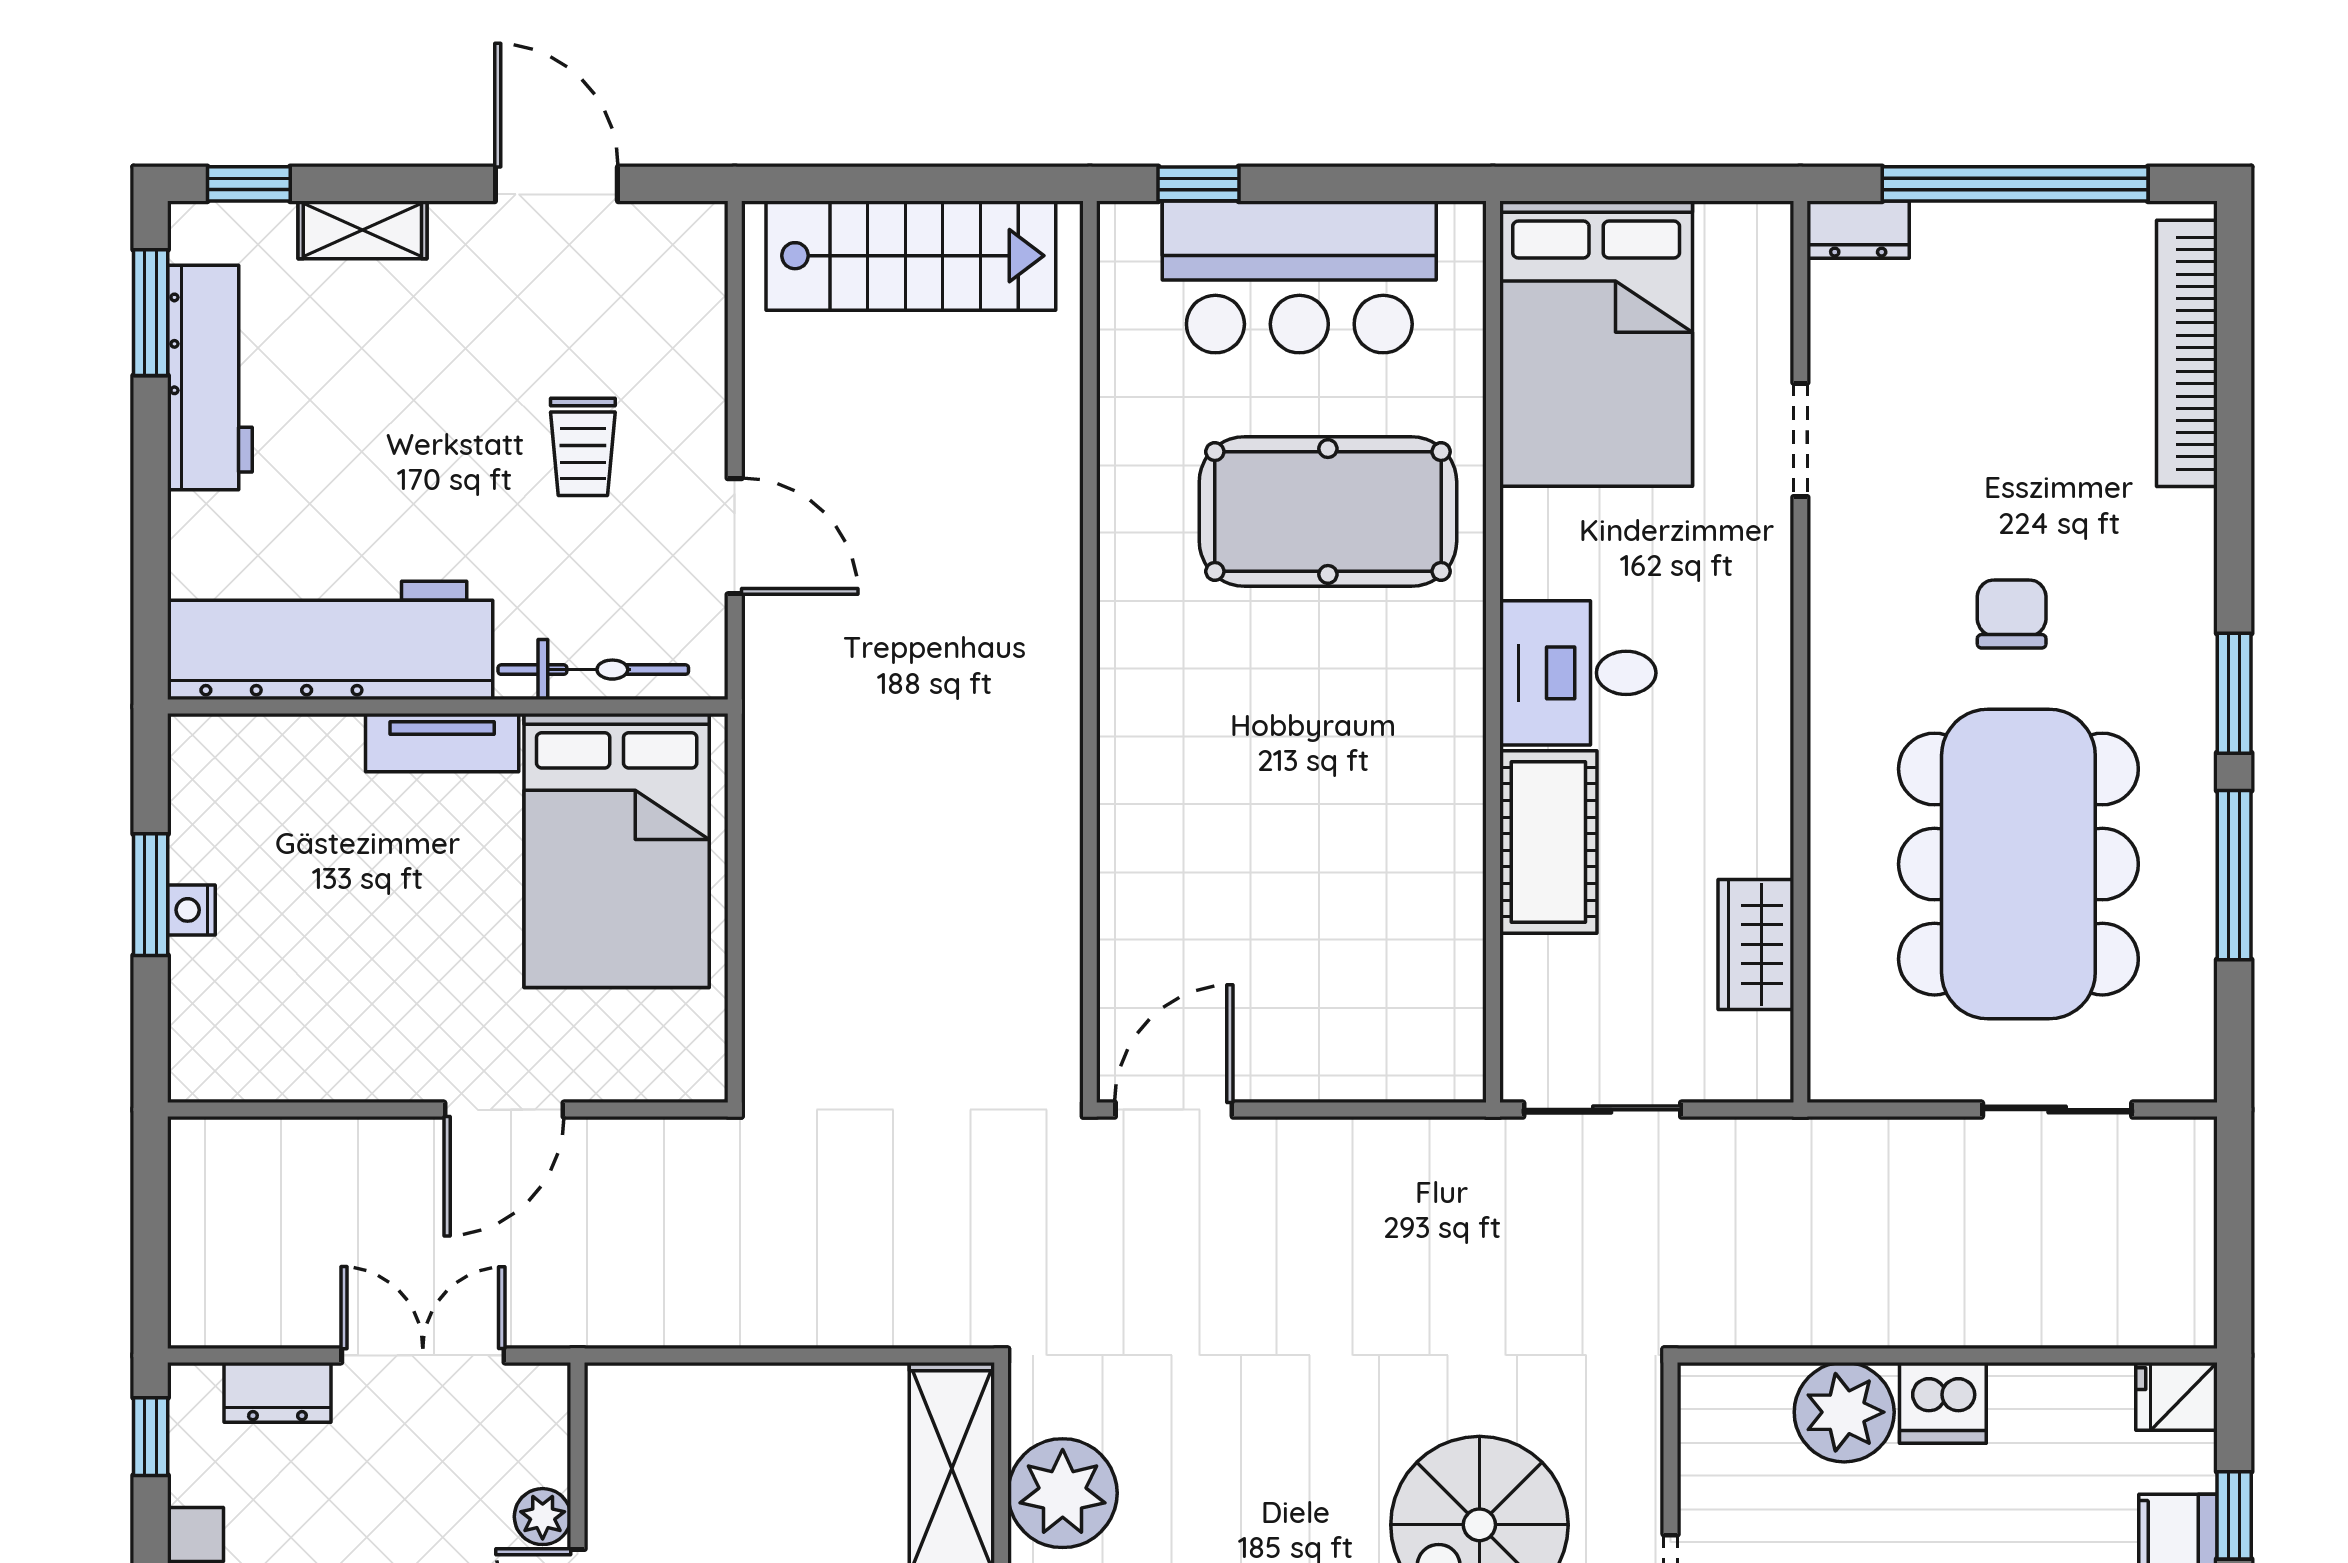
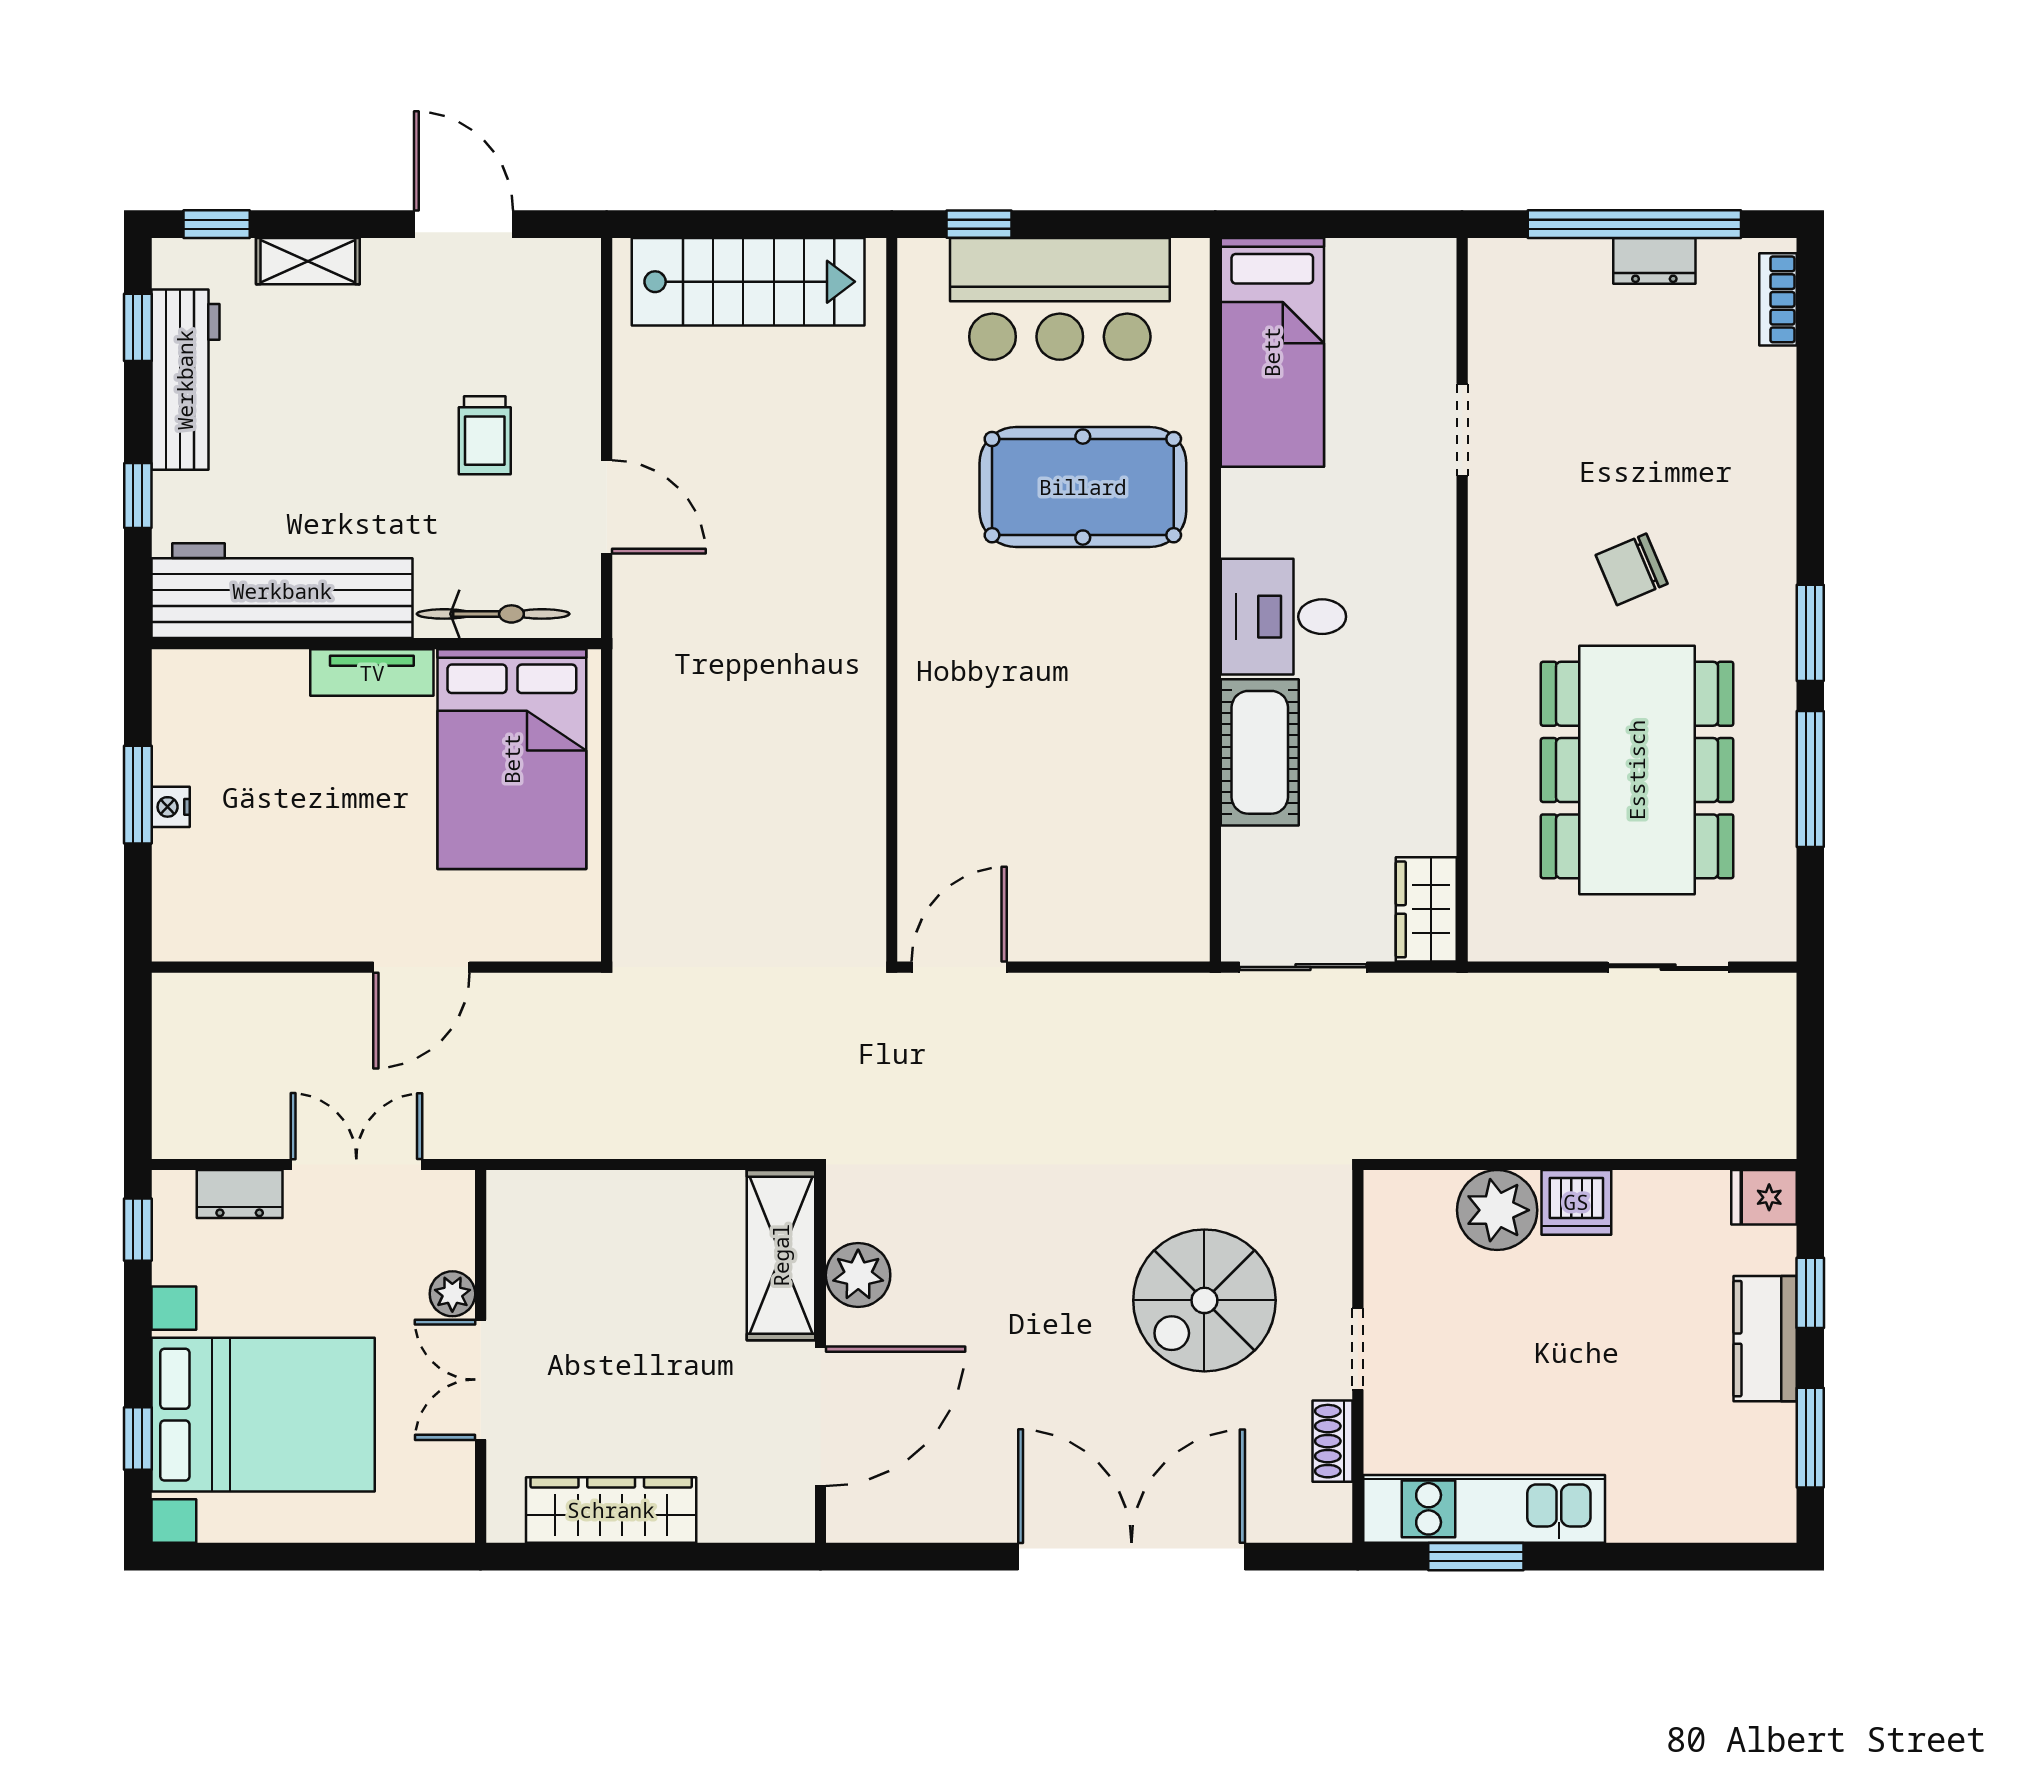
dresser: (1858, 230) -> (1654, 261), moved
window: (151, 313) -> (138, 327), width x0.67
bed: (1596, 344) -> (1272, 352), width x0.67
bookcase: (2187, 353) -> (1778, 299), width x0.43, depth x0.76
window: (151, 522) -> (138, 496), added
chair: (2012, 614) -> (1632, 569), turned -113
wardrobe: (1756, 944) -> (1426, 909), moved
plant: (1063, 1493) -> (858, 1275), width x0.73, depth x0.73

